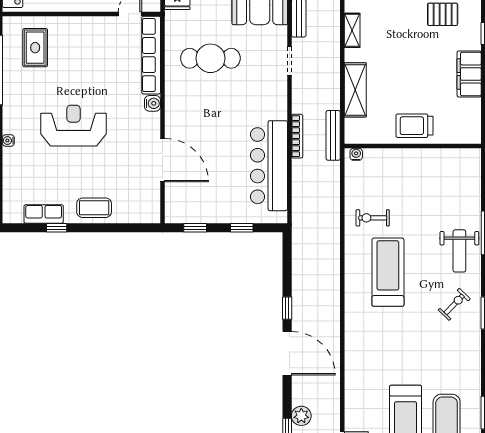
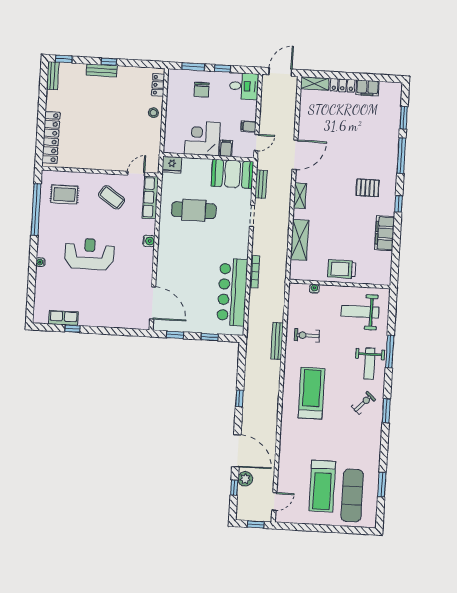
rug: (35, 48) -> (64, 195), turned 90
row of seats: (151, 55) -> (150, 197), width x0.73
bench: (333, 135) -> (277, 341), moved
water cooler: (356, 154) -> (314, 289), moved
door: (162, 160) -> (153, 303), moved
weight bench: (442, 182) -> (360, 312), added
coffee table: (94, 208) -> (112, 197), moved, turned 34
treadmill: (388, 272) -> (311, 393), moved
door: (287, 353) -> (236, 451), moved

